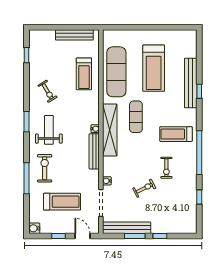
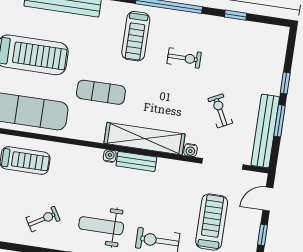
shelving: (110, 130) -> (145, 139), moved
bench: (94, 151) -> (136, 161), width x0.73
exercise bike: (144, 188) -> (220, 111), moved

